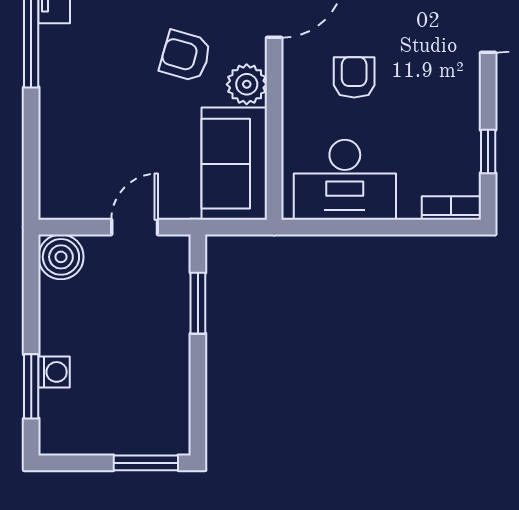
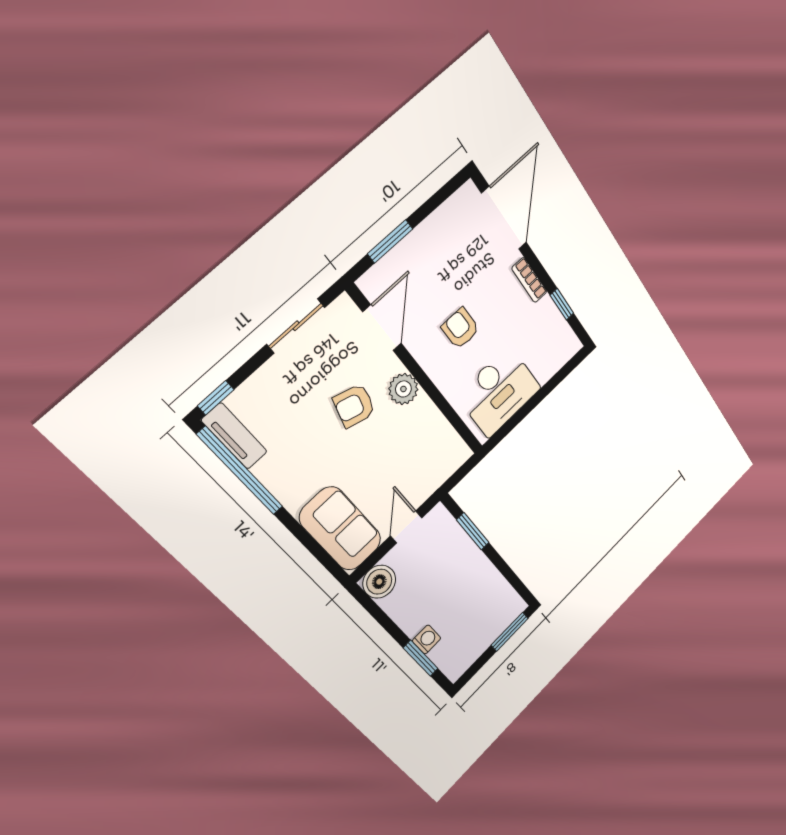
sofa: (234, 164) -> (341, 529), moved, turned 180
bookcase: (451, 208) -> (529, 280), moved, turned -90

